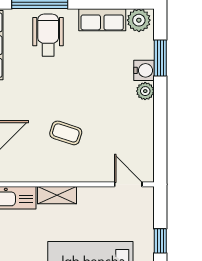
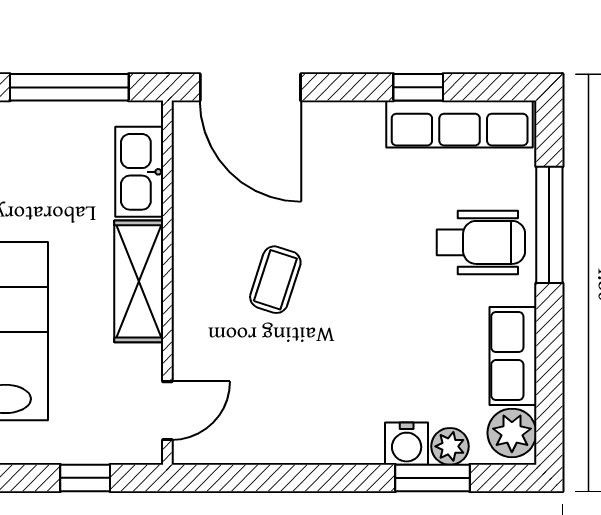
plant: (145, 91) -> (450, 446), moved
shelving: (57, 195) -> (139, 281), width x1.50, depth x1.33
window: (160, 241) -> (85, 478), moved

